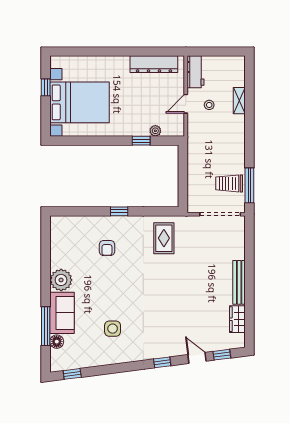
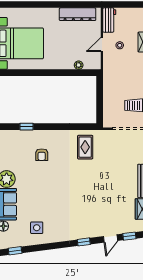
window: (141, 141) -> (68, 73), removed
window: (119, 211) -> (27, 127), moved
side table: (113, 329) -> (37, 228), moved
door: (197, 358) -> (110, 239), swing flipped

